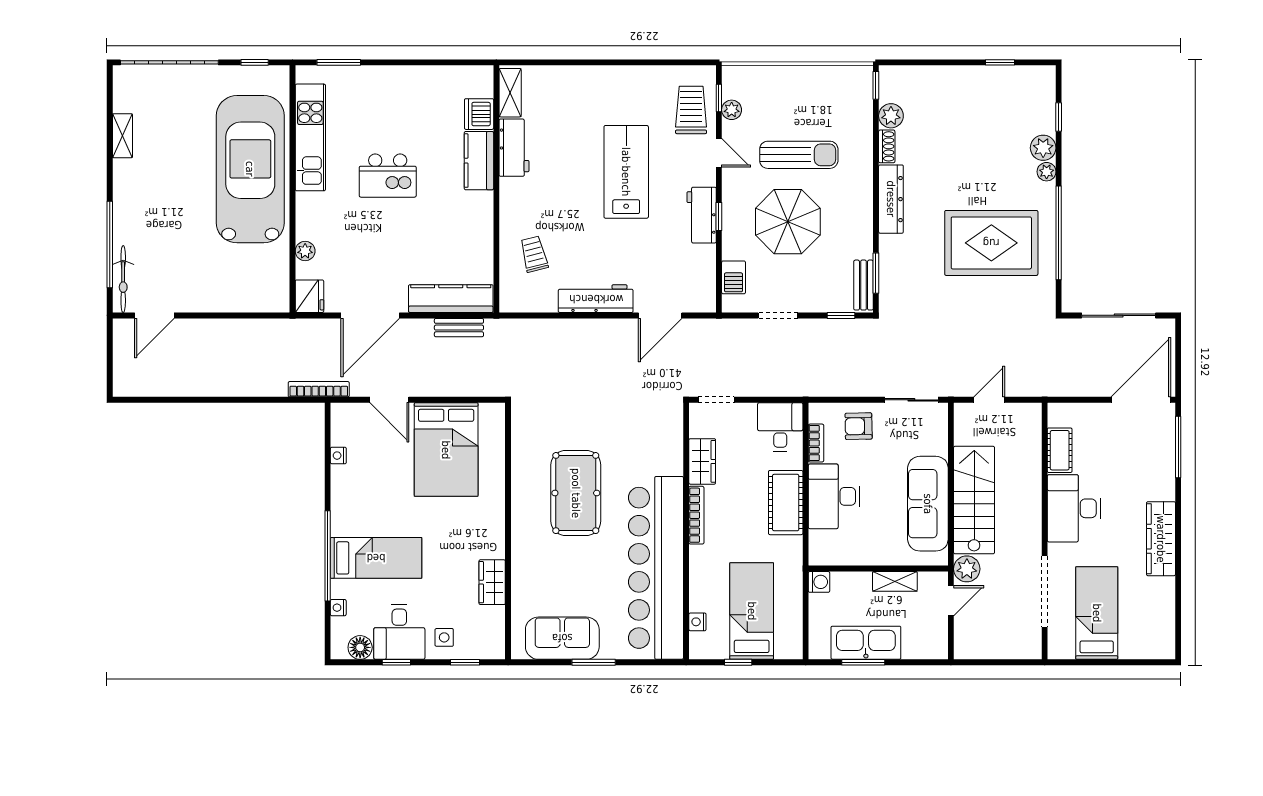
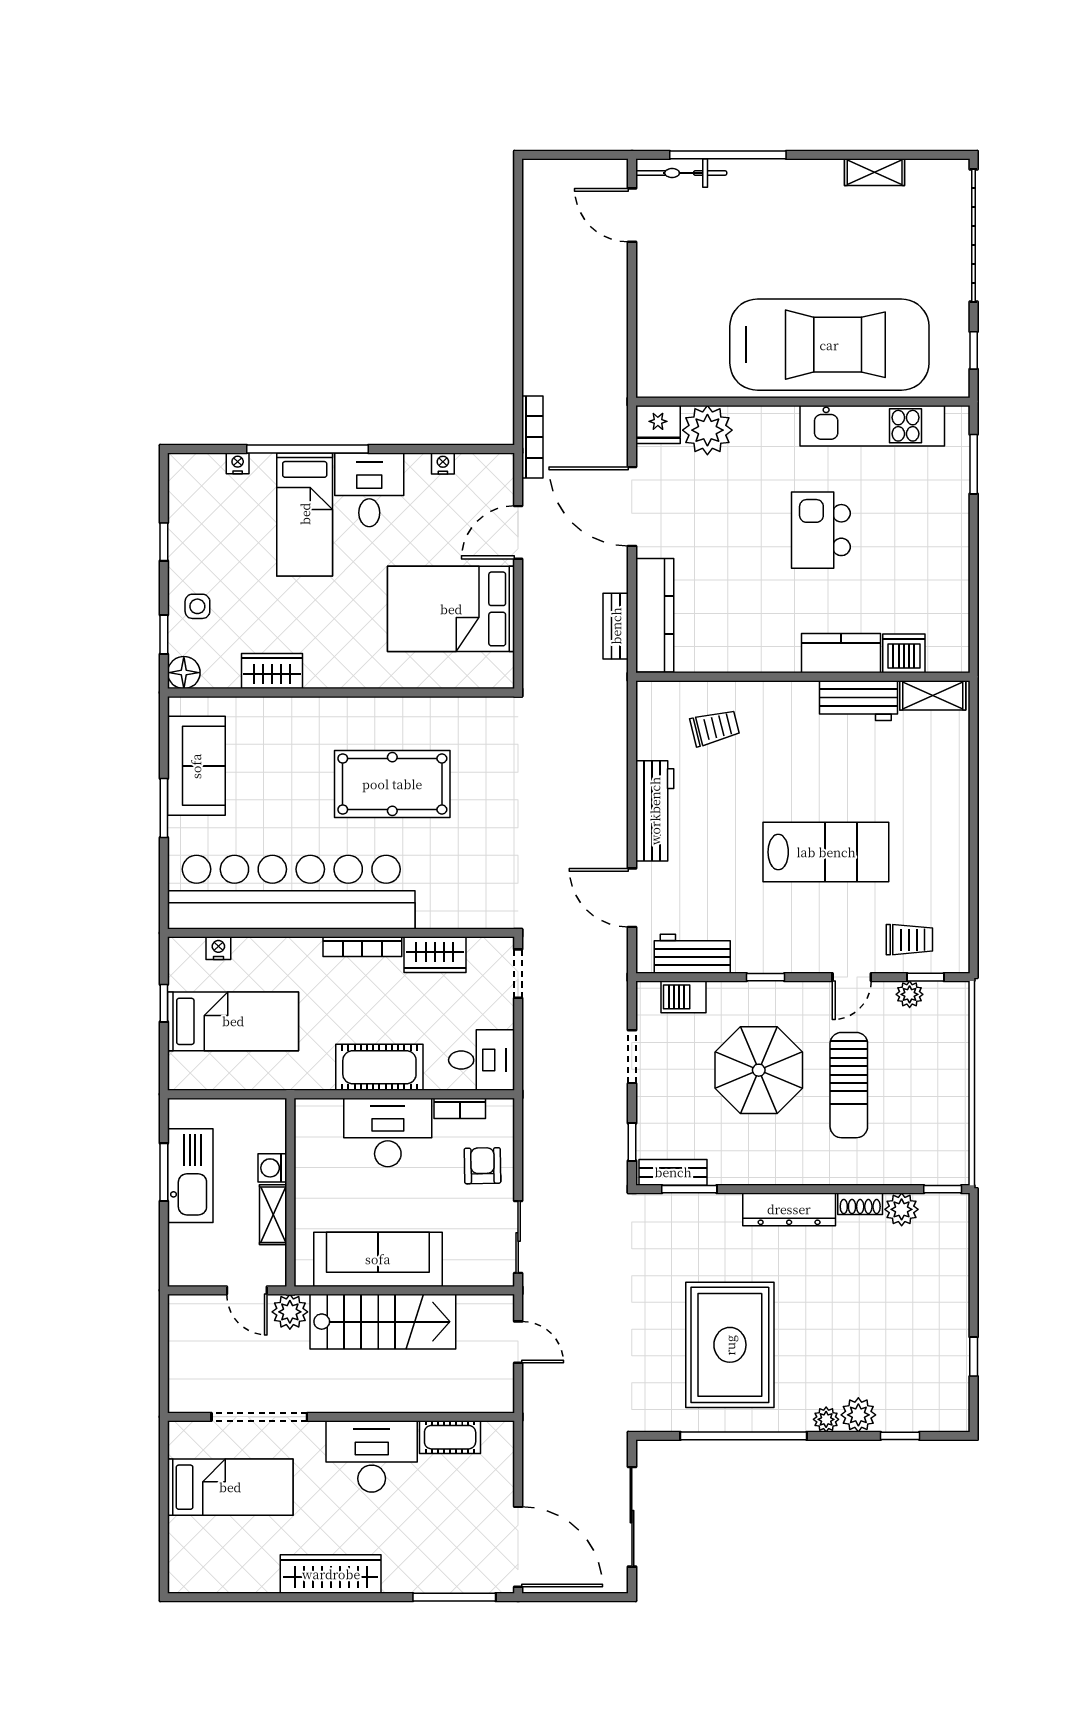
trolley: (691, 110) -> (909, 940), width x0.73, depth x0.72
workbench: (702, 215) -> (692, 954), moved
plant: (305, 251) -> (707, 430), width x1.88, depth x1.88
washing machine: (819, 582) -> (272, 1168), moved, turned 90
desk: (399, 632) -> (369, 490), moved, turned 90
floor lamp: (360, 647) -> (184, 673), moved

